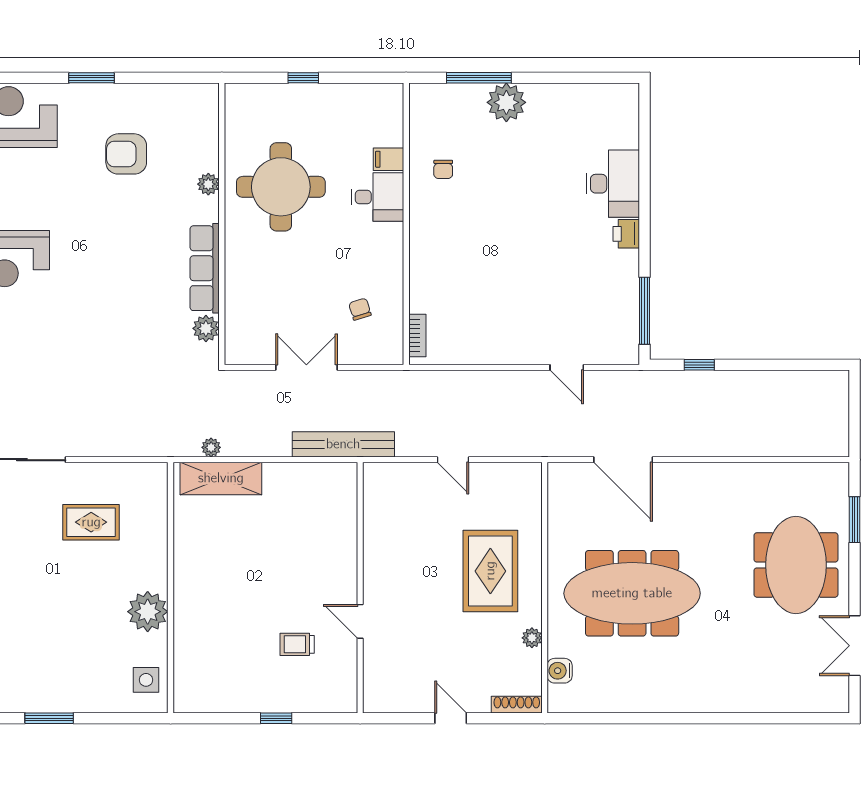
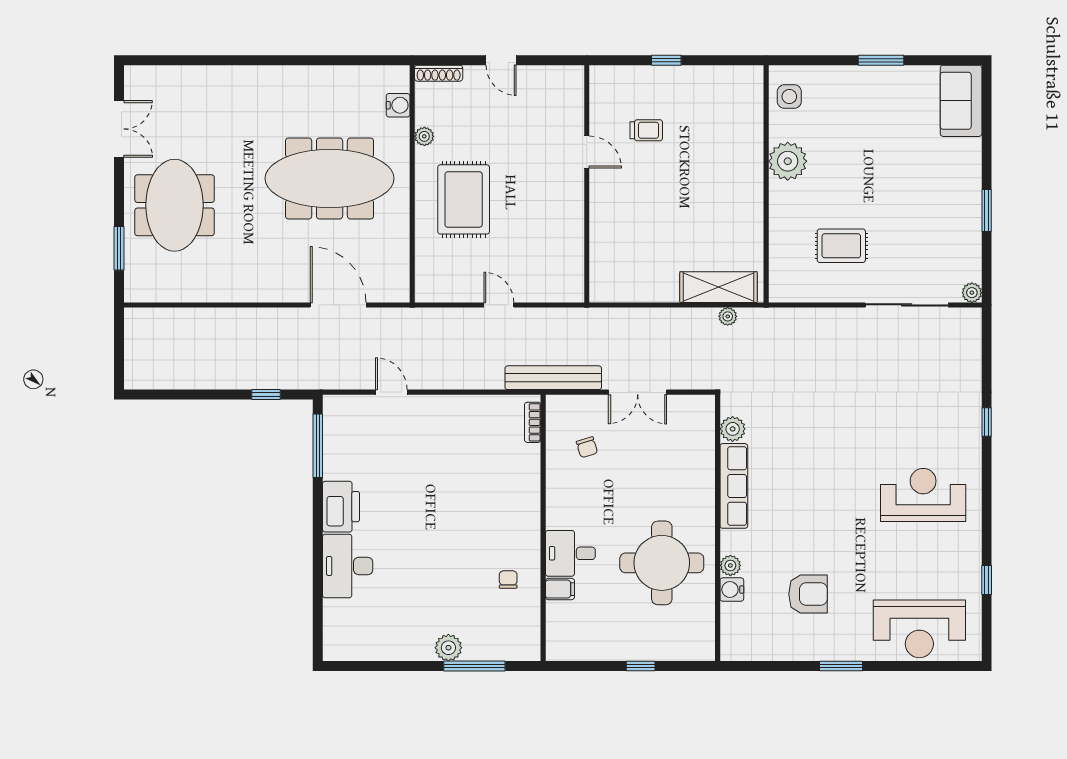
plant: (506, 102) -> (448, 648), width x0.73, depth x0.73
water cooler: (207, 159) -> (732, 590), added
printer: (626, 234) -> (341, 507), width x1.87, depth x1.48
bench: (343, 444) -> (553, 378), moved

